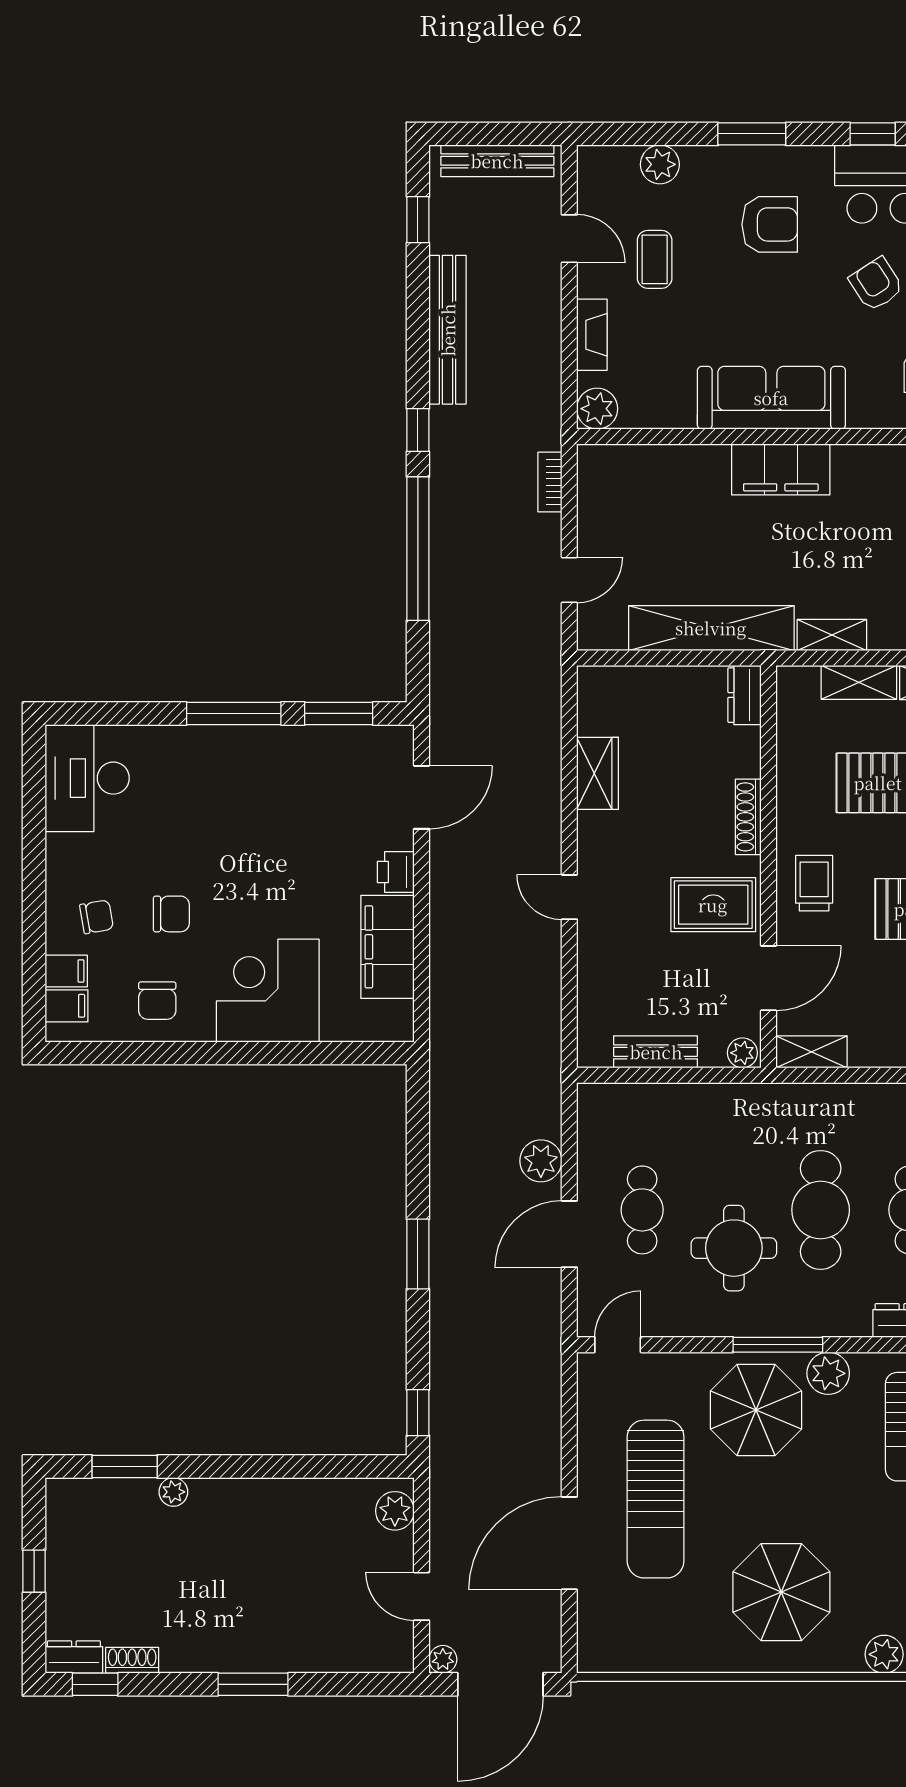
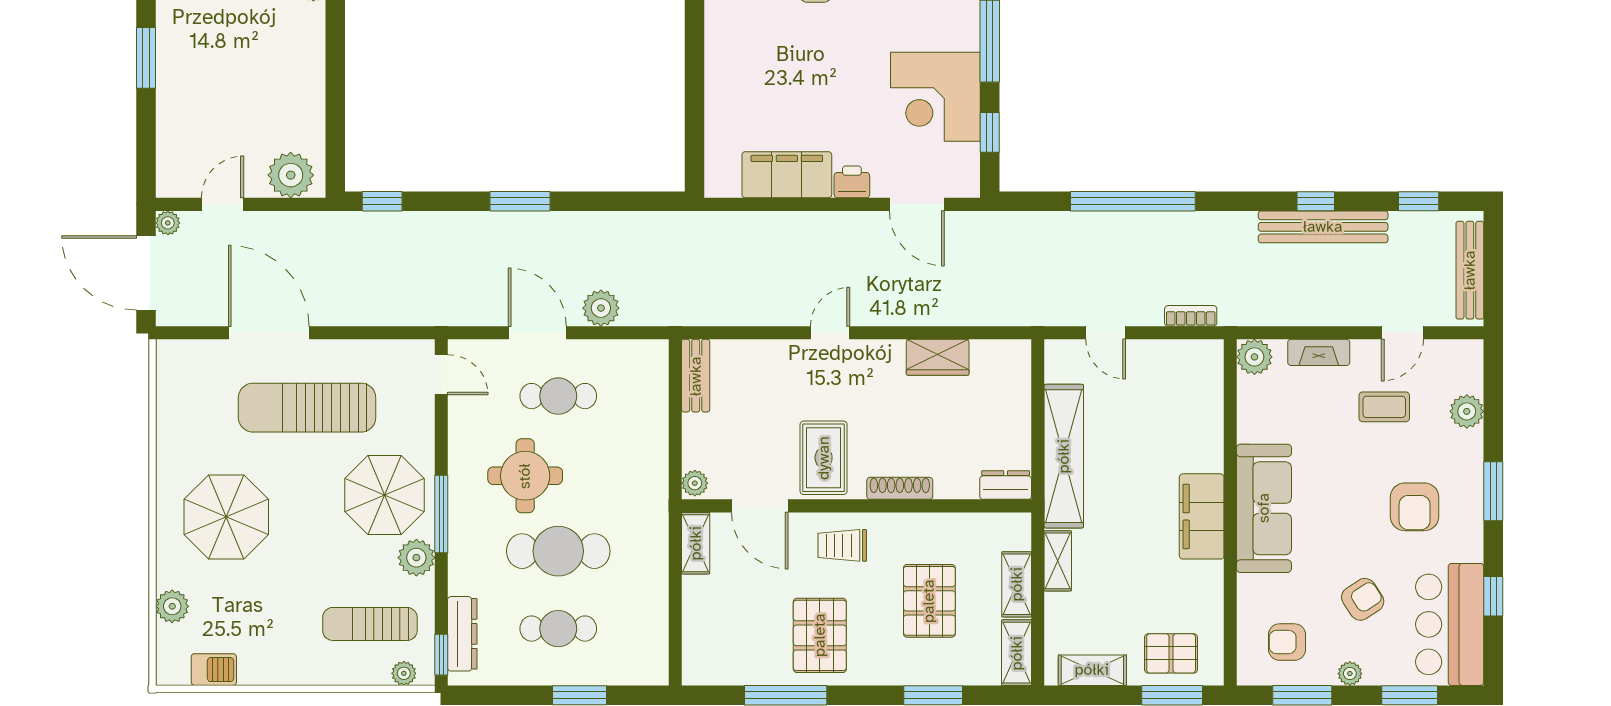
window: (418, 430) -> (1316, 201), moved
window: (339, 713) -> (990, 132), width x0.67
trolley: (814, 883) -> (842, 545), turned 180
corner desk: (268, 991) -> (935, 97), moved, turned 180
bench: (656, 1052) -> (696, 376), moved
plant: (395, 1511) -> (291, 175), width x1.36, depth x1.36

